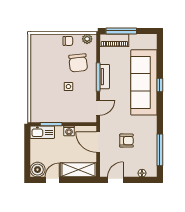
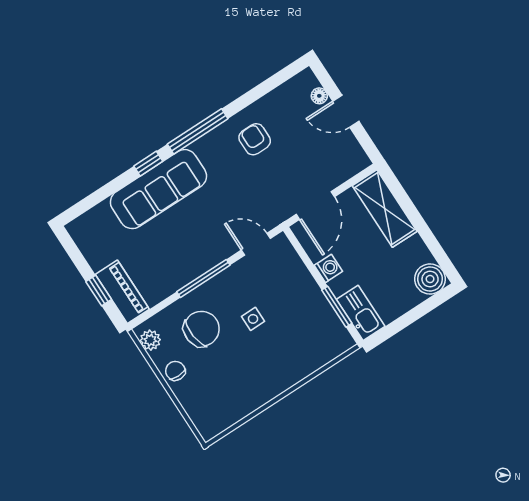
window: (121, 31) -> (99, 290), width x0.46
tv unit: (105, 77) -> (195, 268), removed
sofa: (144, 82) -> (158, 189), width x0.74, depth x0.79
armchair: (126, 141) -> (255, 139), moved
window: (160, 150) -> (198, 131), moved
door: (52, 180) -> (431, 242), removed
door: (115, 180) -> (346, 111), moved

